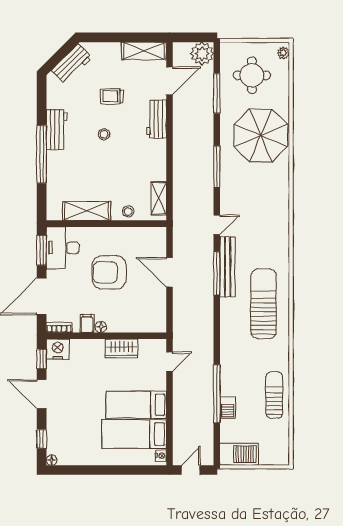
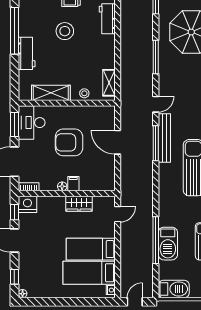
workbench: (57, 129) -> (27, 53), moved
stool: (104, 134) -> (65, 31), width x1.89, depth x1.89
window: (42, 154) -> (14, 31), moved
filing cabinet: (87, 324) -> (73, 184), moved
barbecue: (228, 407) -> (168, 244), width x1.88, depth x1.53

